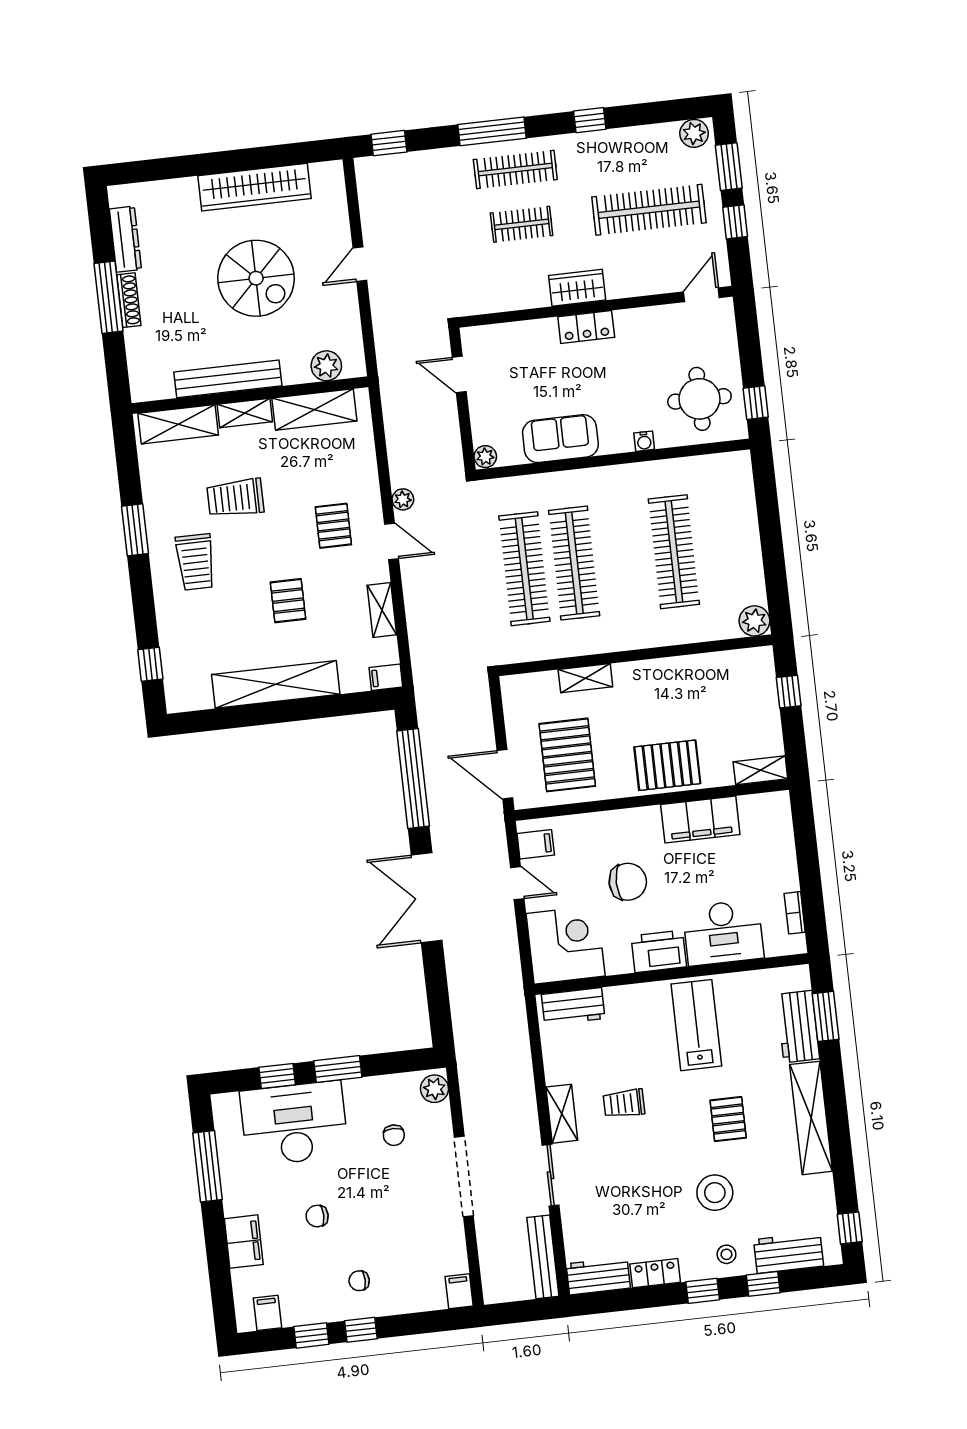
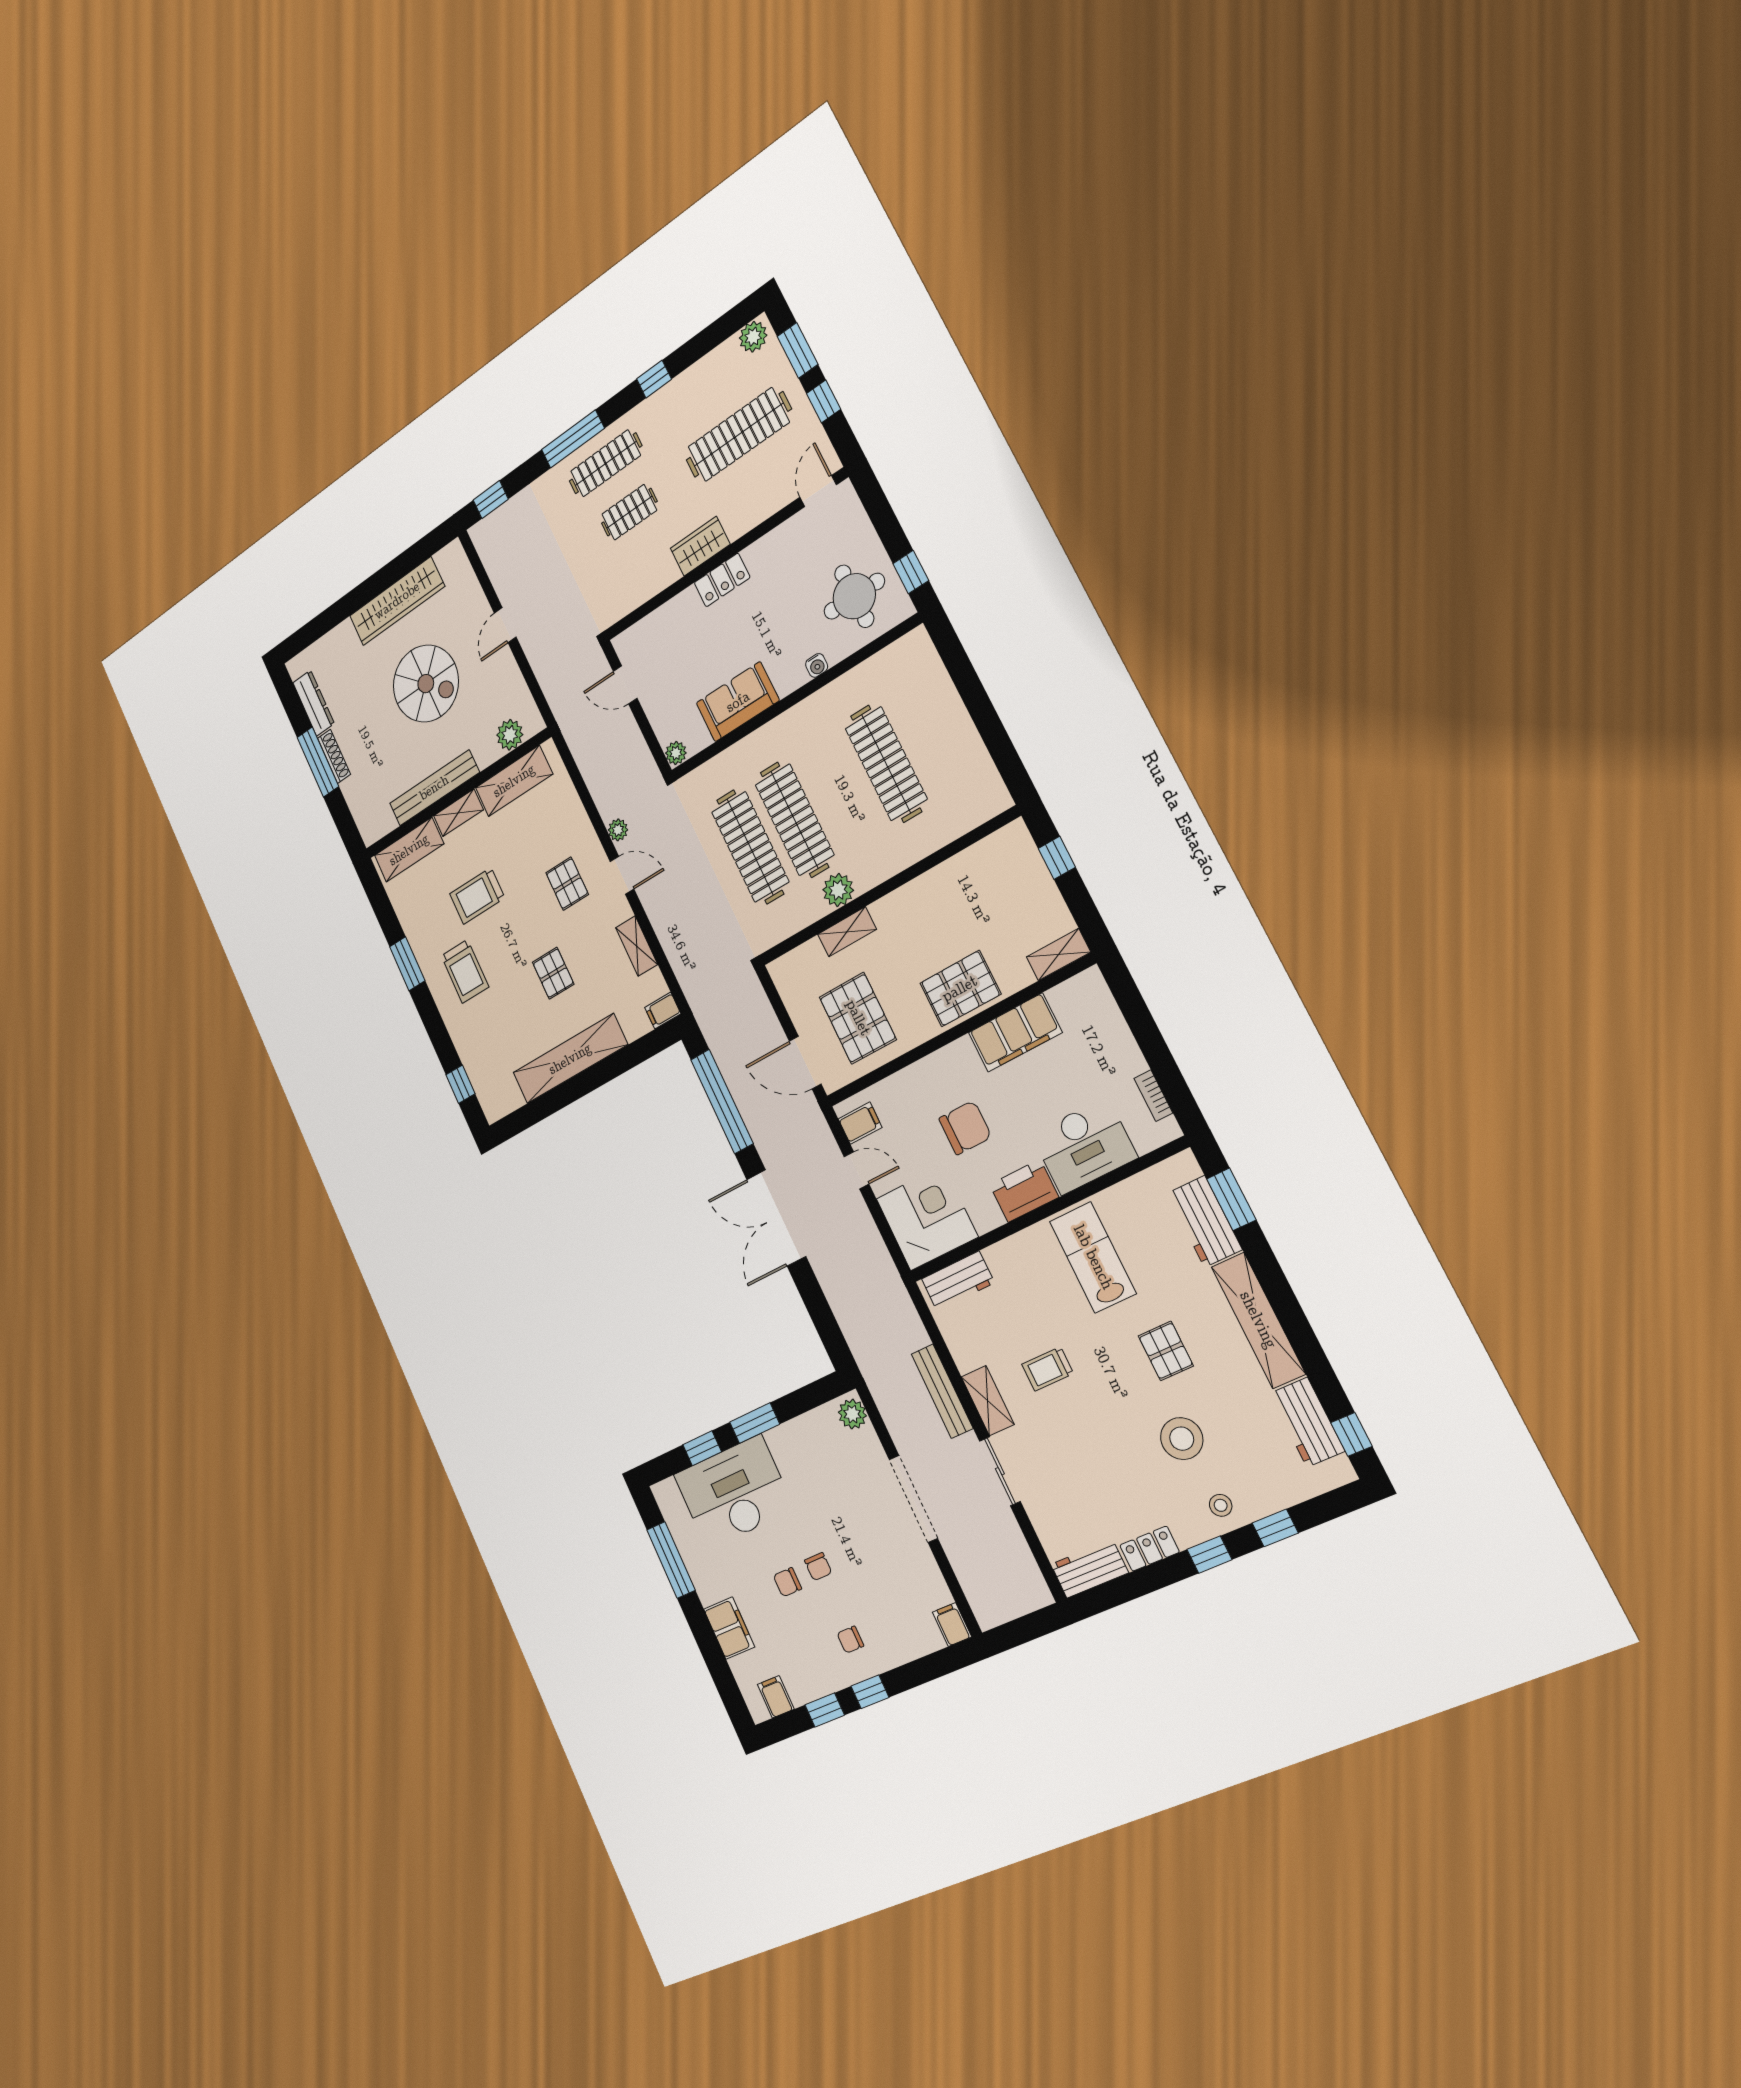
plant: (754, 621) -> (838, 890), moved
chair: (394, 1135) -> (818, 1567), moved
workbench: (789, 1253) -> (1307, 1422), moved, turned -90
bench: (543, 1257) -> (942, 1391), moved

